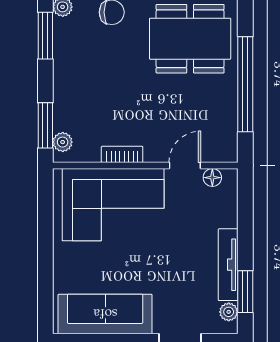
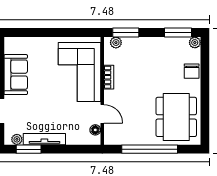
sofa: (105, 314) -> (16, 75), width x0.73

